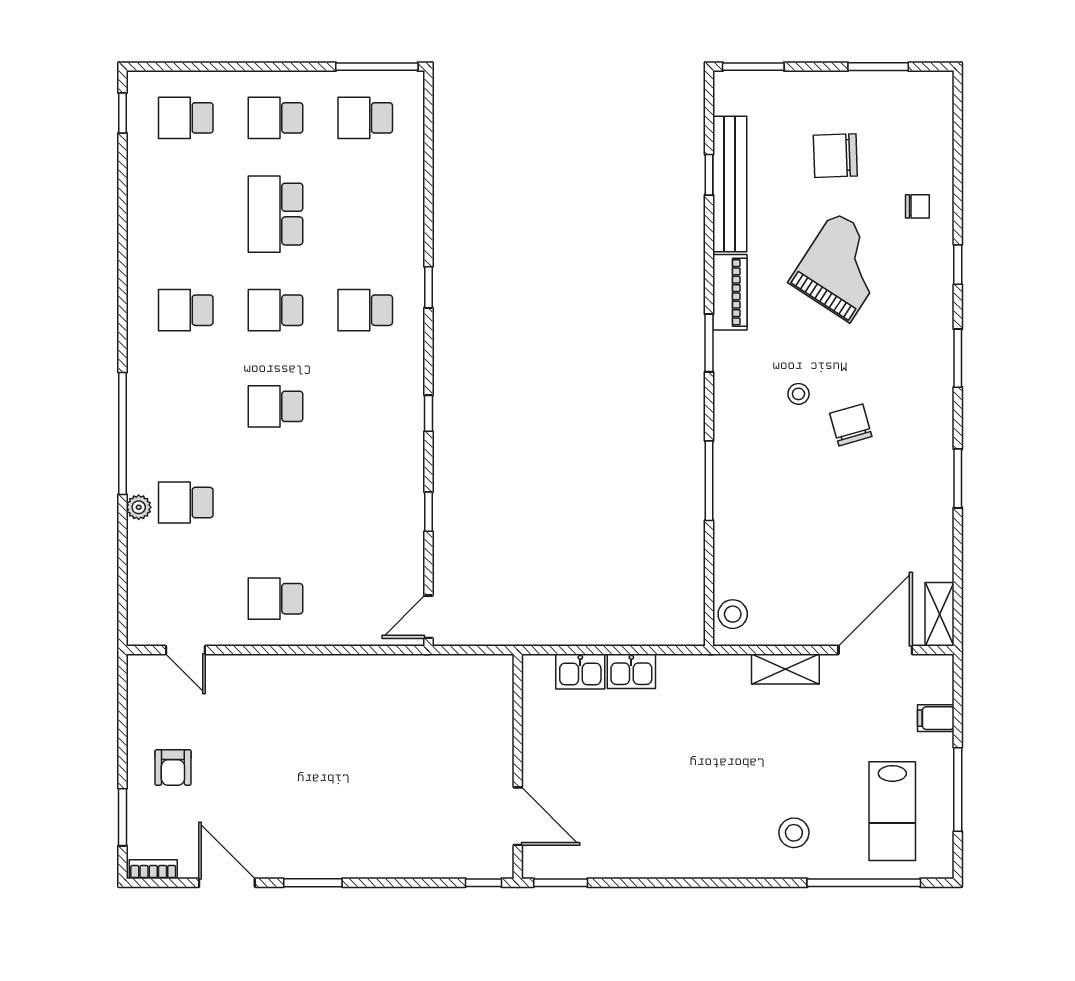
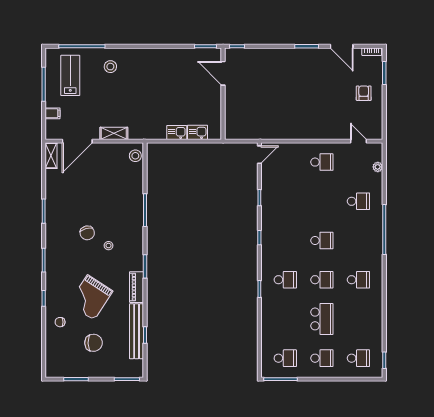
plant: (139, 507) -> (378, 167), moved

